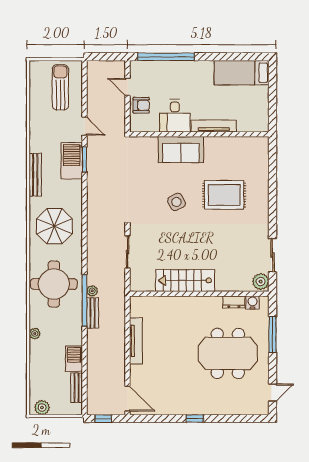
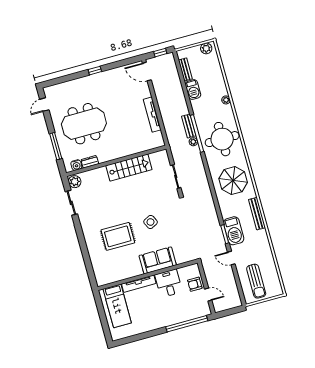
bed: (242, 73) -> (117, 306), moved, turned 90

